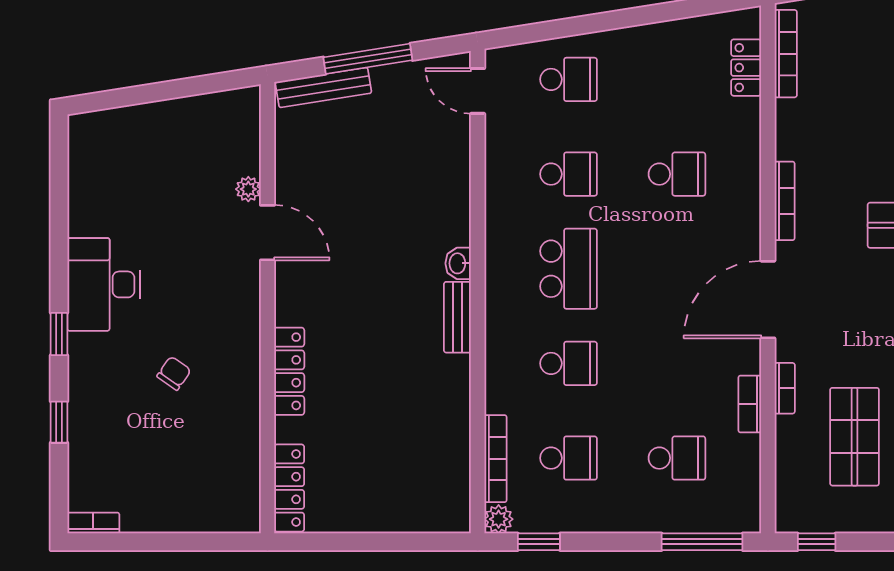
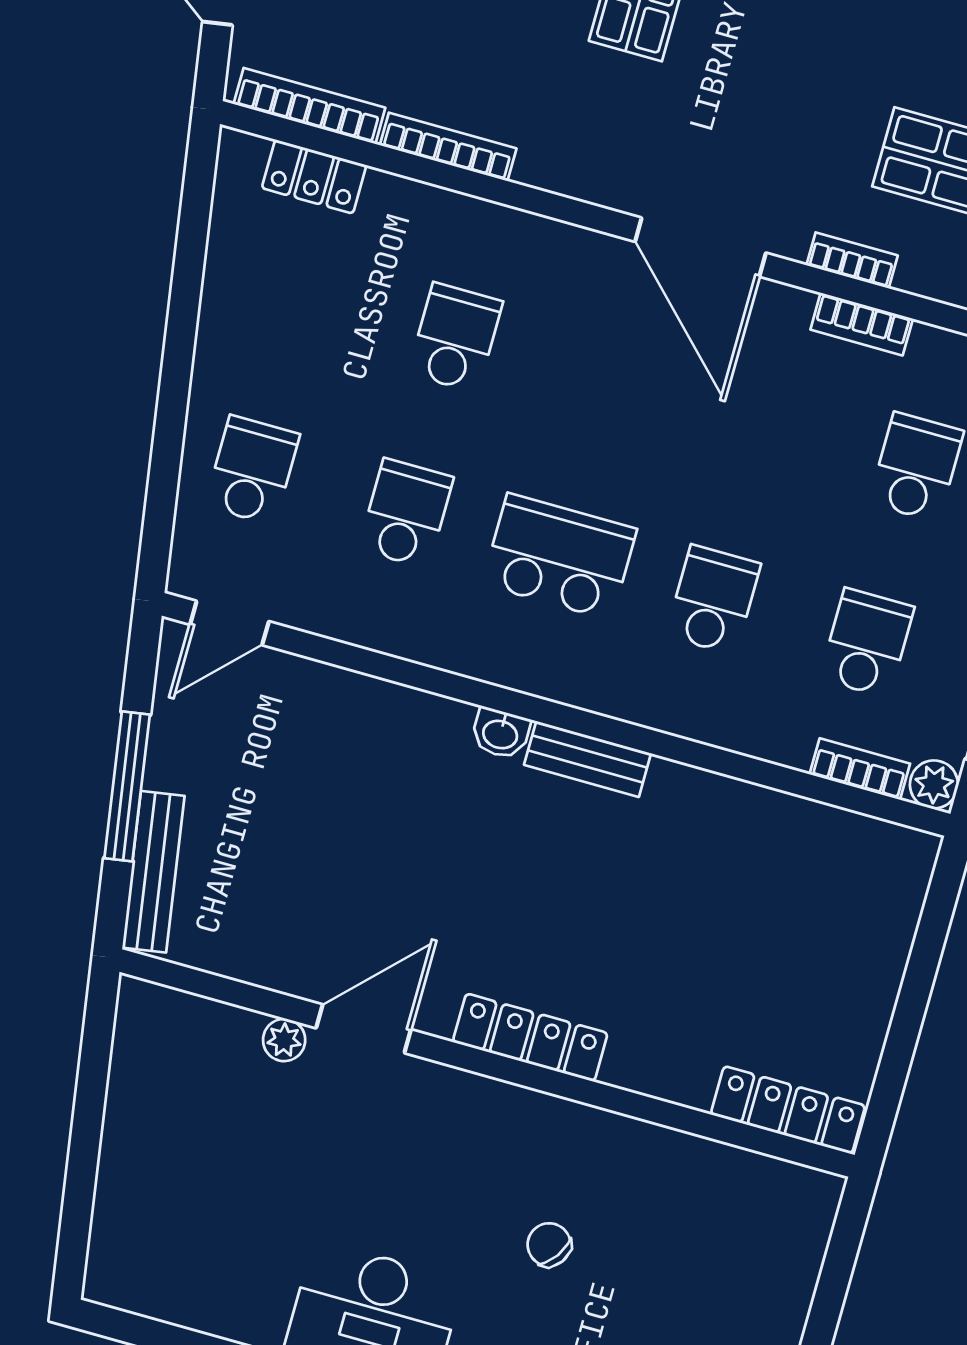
bookcase: (785, 201) -> (448, 147), moved
locker: (289, 371) -> (530, 1038), moved
bookcase: (495, 459) -> (860, 769), width x0.64

